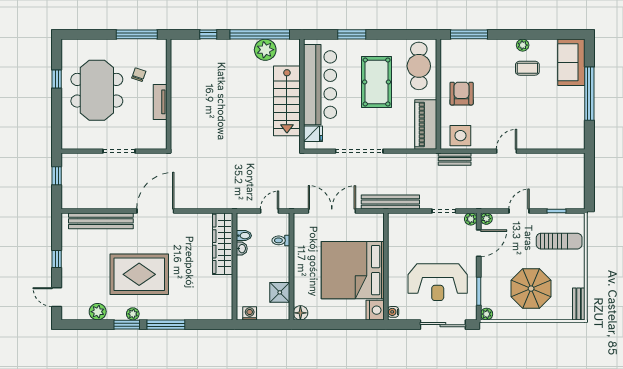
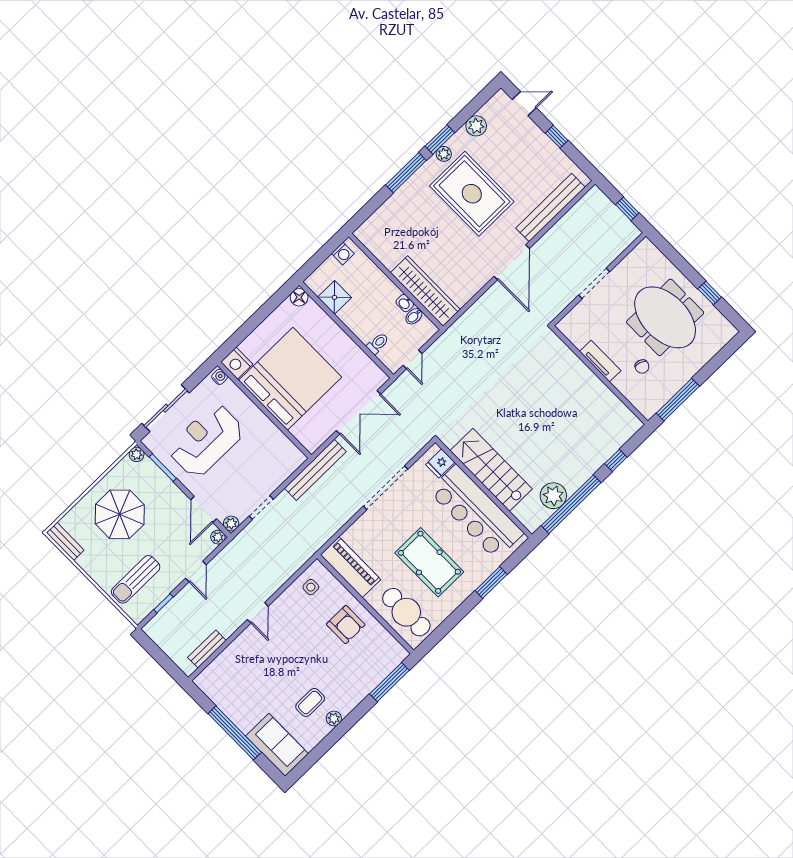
side table: (460, 136) -> (311, 587), width x0.54, depth x0.54
bench: (455, 159) -> (207, 649), moved
rug: (139, 274) -> (472, 194), turned 90

